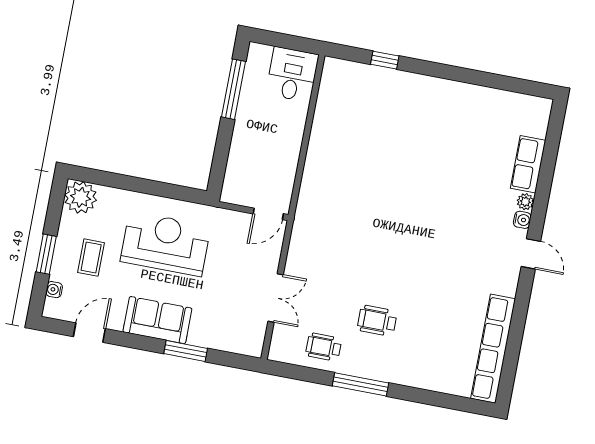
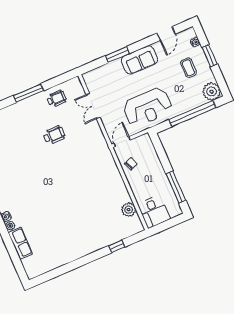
plant: (329, 104) -> (129, 210), added
chair: (278, 171) -> (131, 164), added
window: (132, 184) -> (192, 114), added
reception desk: (165, 244) -> (148, 107), moved
wheelchair: (377, 321) -> (54, 135), moved

